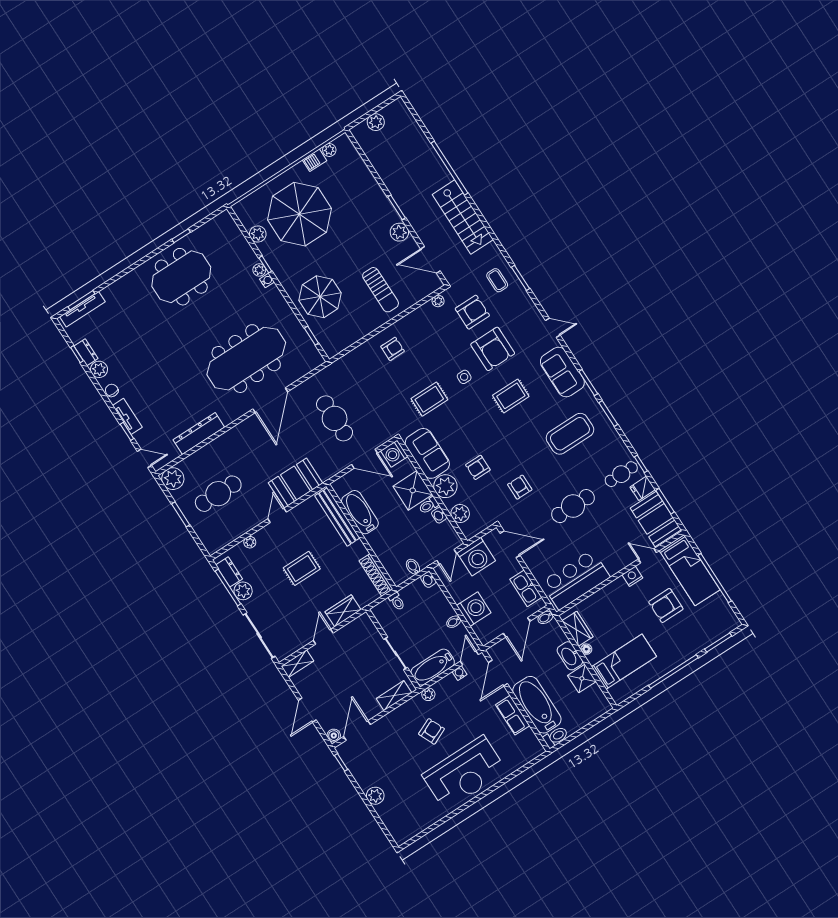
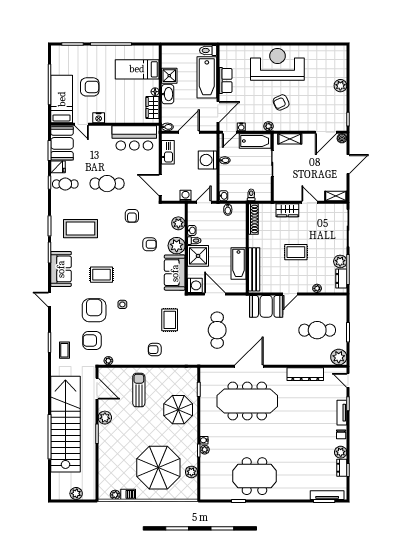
stairs: (463, 217) -> (65, 424), width x1.86, depth x1.51
rug: (429, 399) -> (170, 320), moved, turned 90
washing machine: (476, 557) -> (186, 196), width x0.53, depth x0.53
door: (323, 637) -> (310, 202), swing flipped

